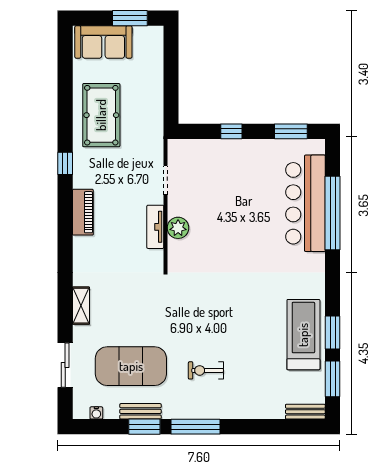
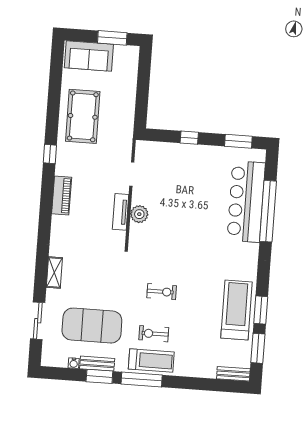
exercise bike: (212, 319) -> (162, 292), added
treadmill: (205, 403) -> (151, 361), added
water cooler: (96, 413) -> (74, 363), moved

